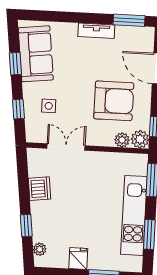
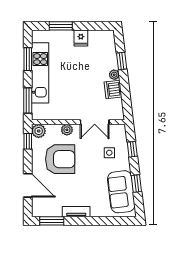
armchair: (114, 101) -> (60, 159), turned 180
plant: (122, 140) -> (67, 130), moved
plant: (40, 249) -> (114, 75), moved

